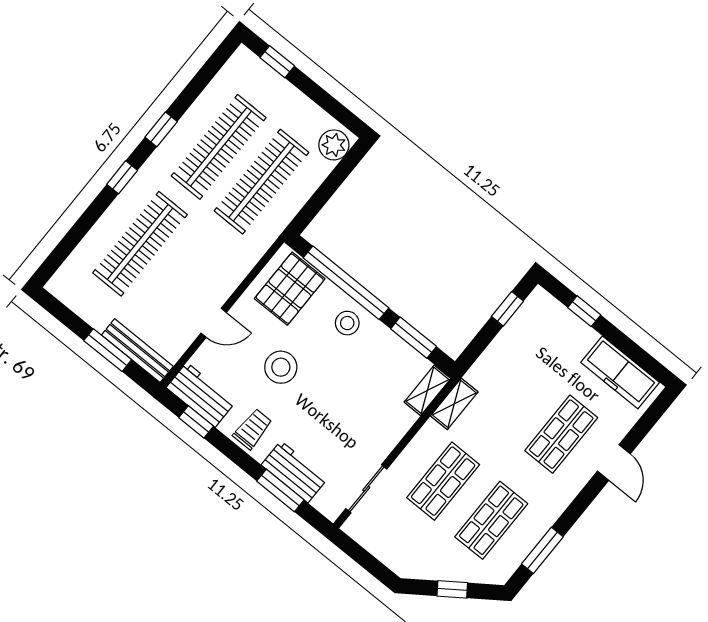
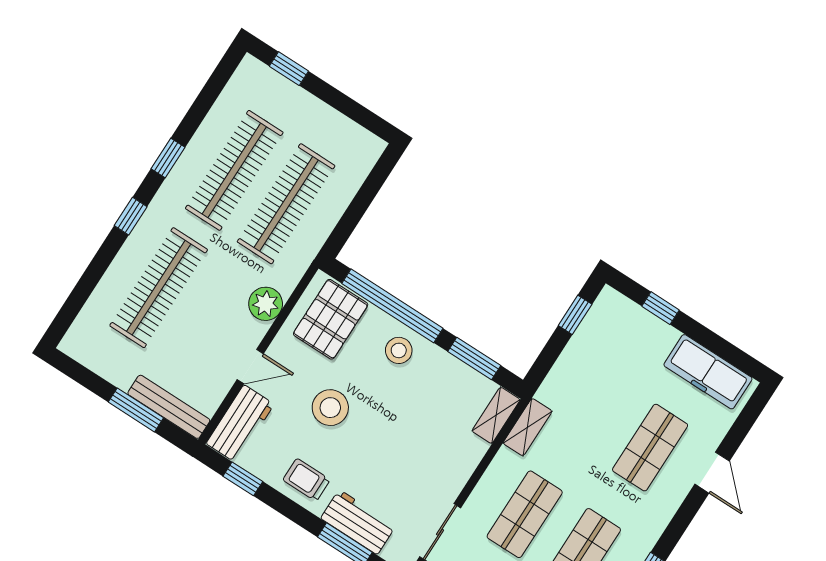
plant: (334, 145) -> (266, 304), moved
workbench: (201, 395) -> (240, 424), moved, turned 90
trolley: (253, 429) -> (306, 480), turned -90

